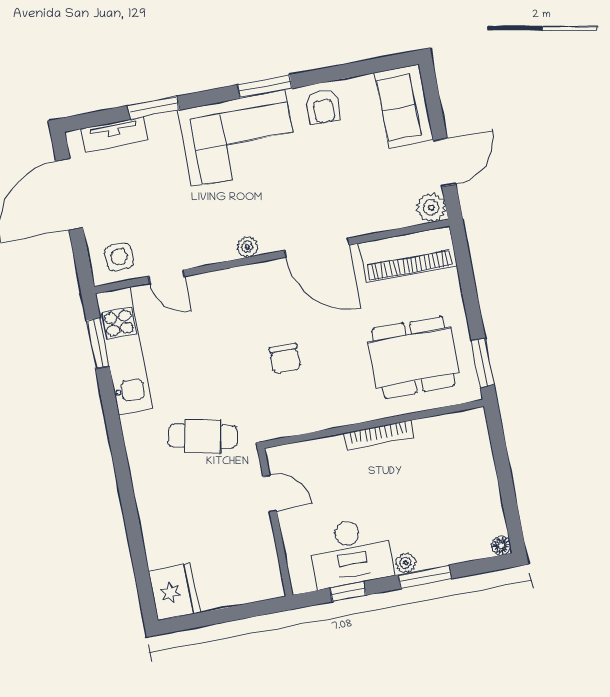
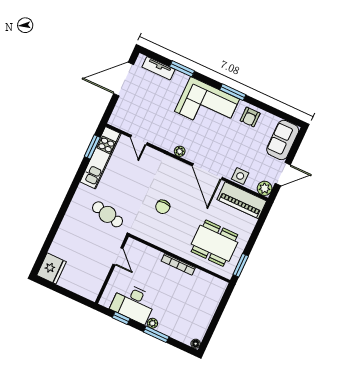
side table: (119, 257) -> (240, 176), moved

